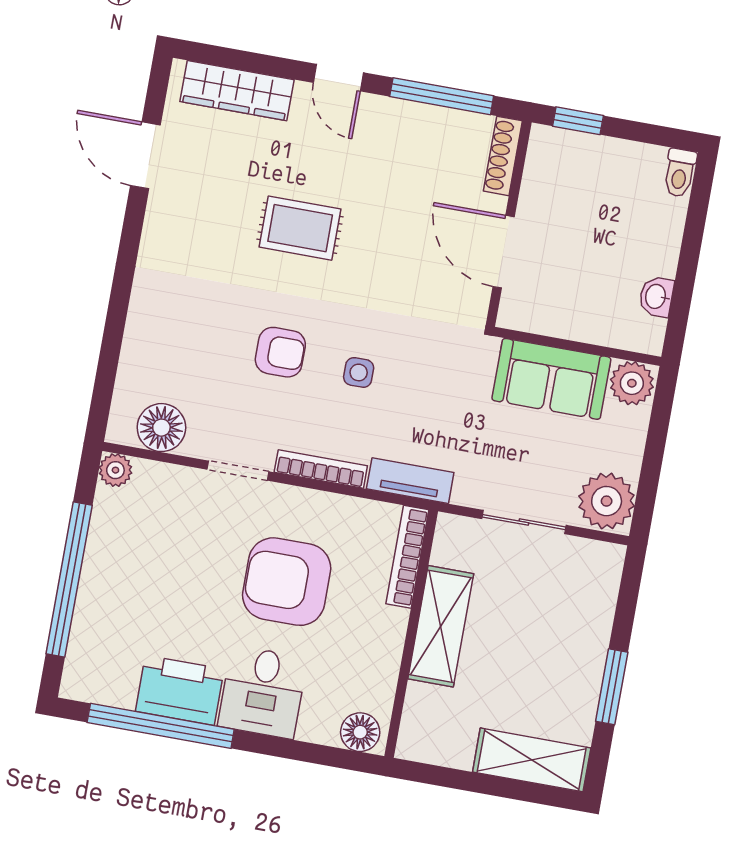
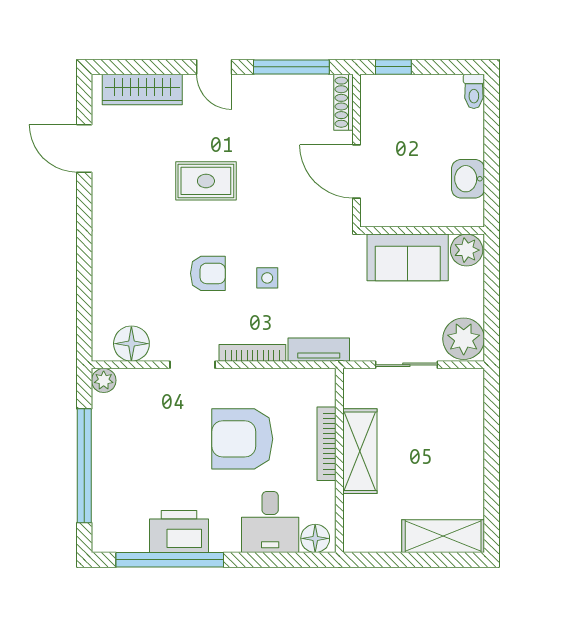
washbasin: (656, 297) -> (468, 179), width x1.38, depth x1.45
bookcase: (407, 557) -> (327, 444), moved
window: (612, 687) -> (492, 473), removed
desk: (263, 692) -> (270, 522), moved

